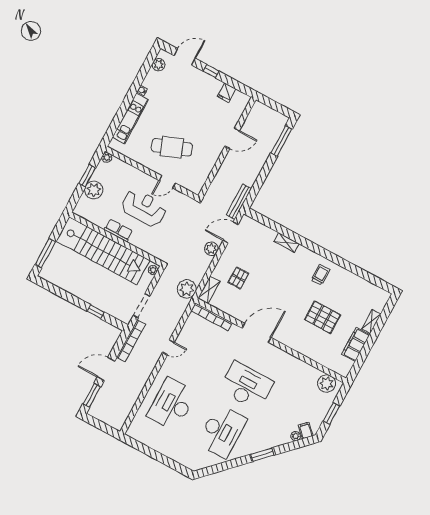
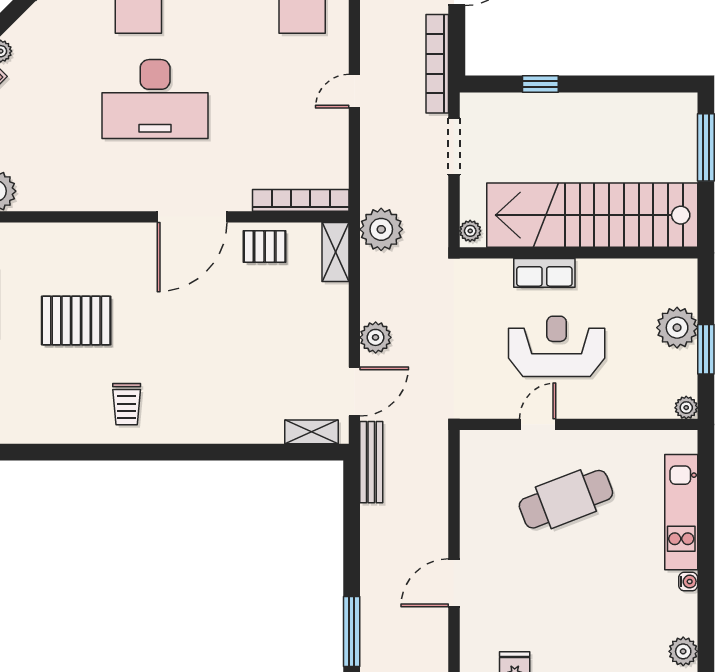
reception desk: (144, 208) -> (557, 346), turned 180
row of seats: (118, 230) -> (544, 273), moved
shelving: (286, 243) -> (311, 432), moved
pallet: (238, 278) -> (265, 246), moved, turned 90

